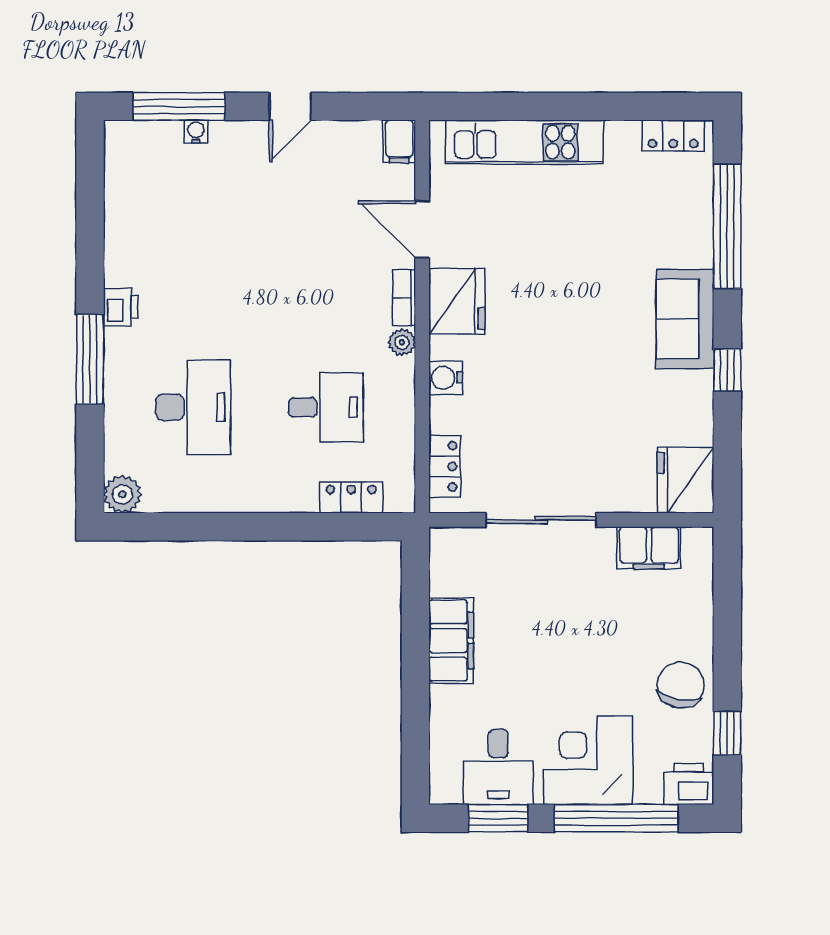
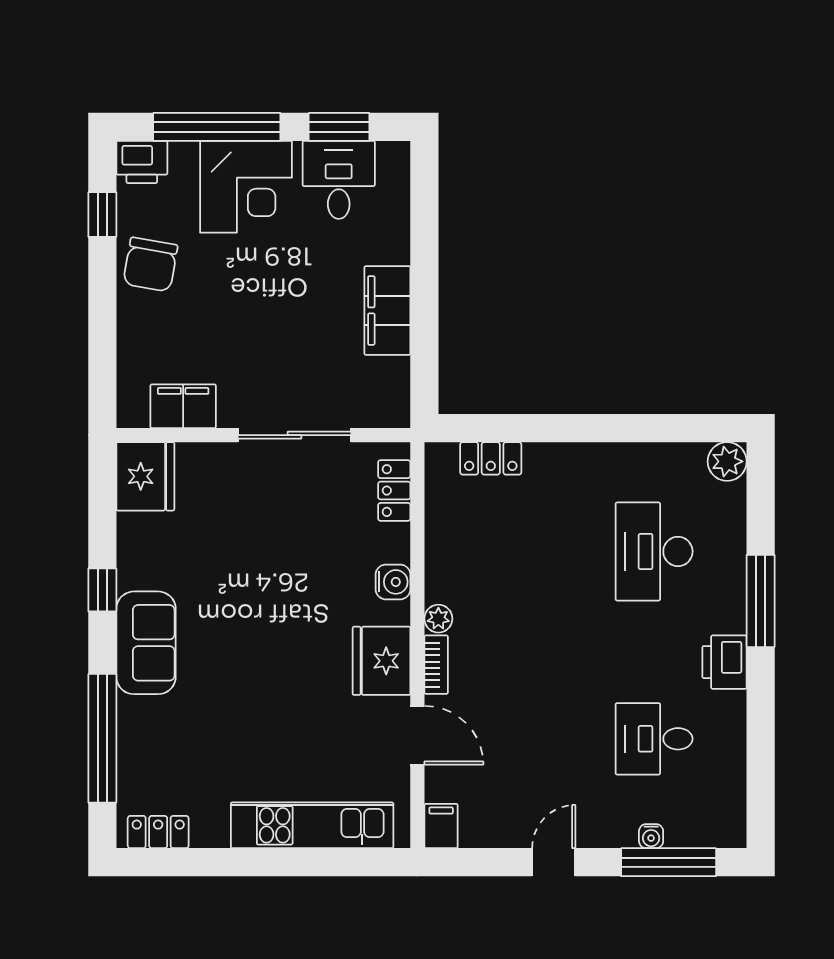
printer: (121, 307) -> (724, 662), width x1.36, depth x1.24
desk: (326, 407) -> (654, 739), moved

